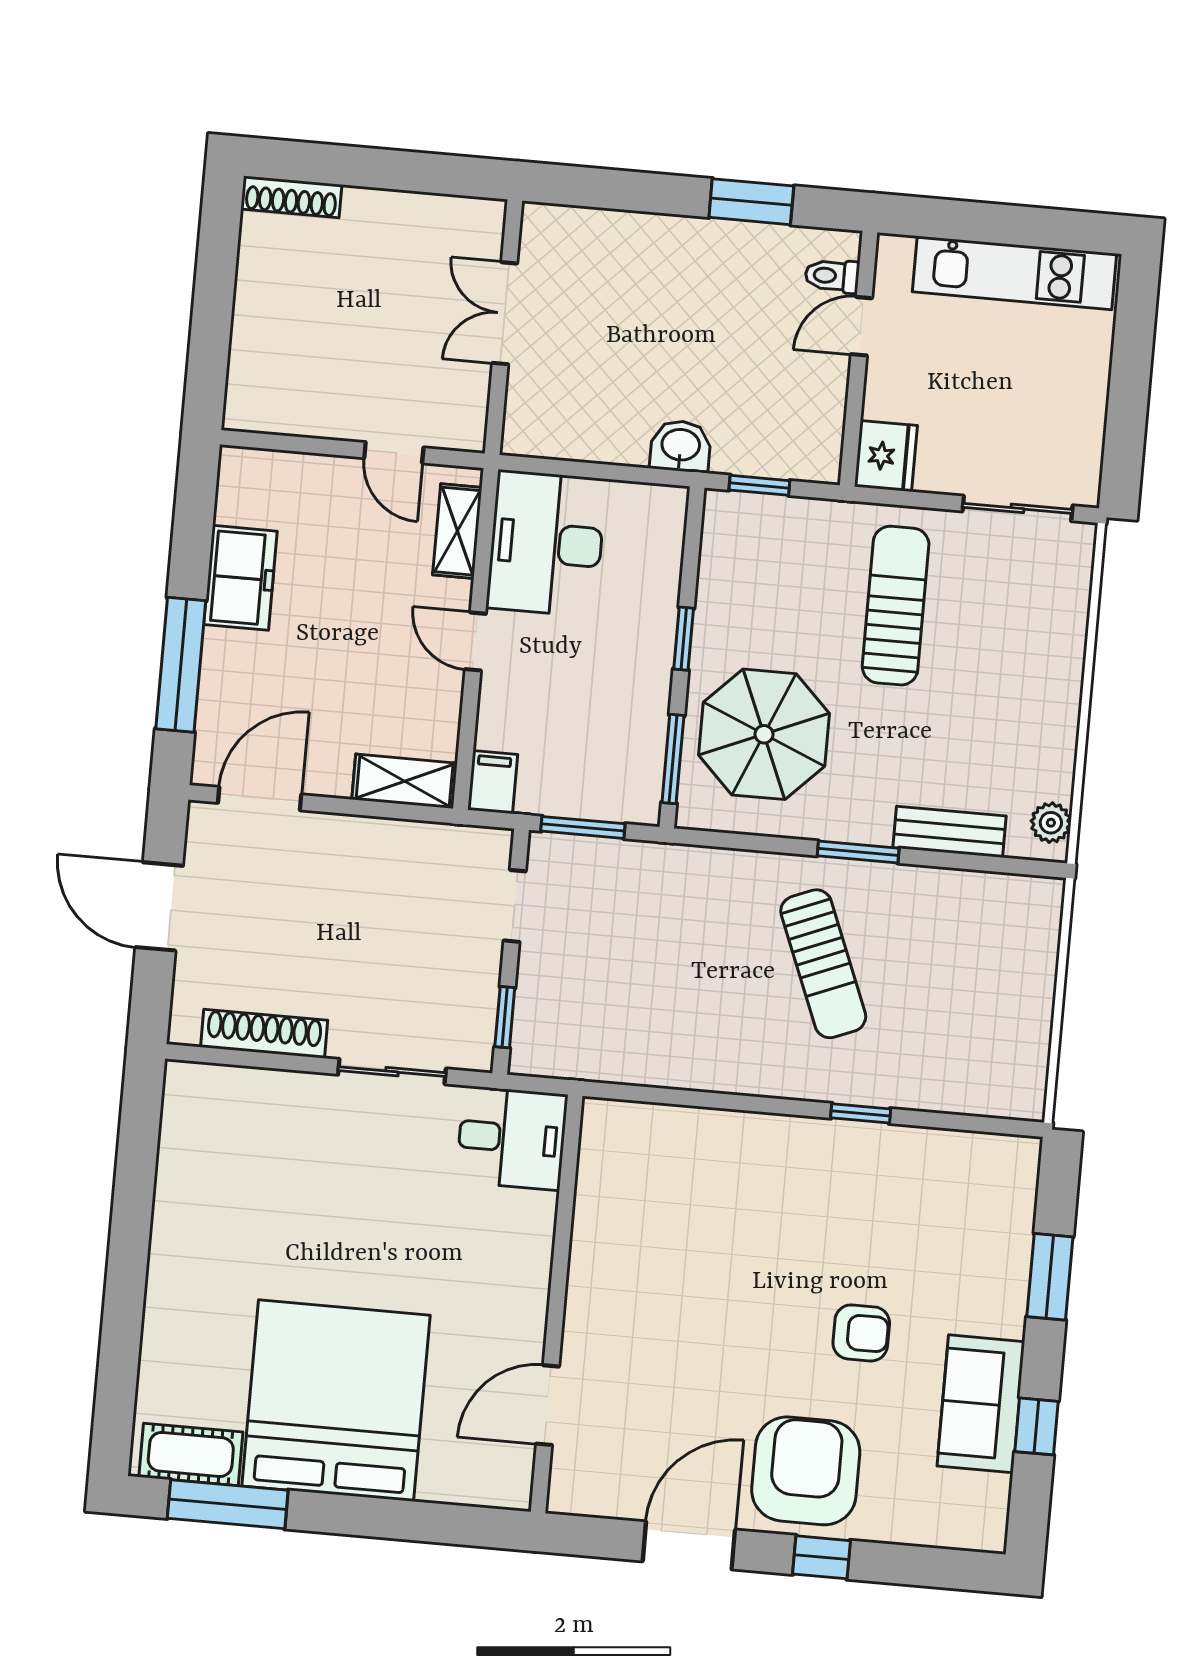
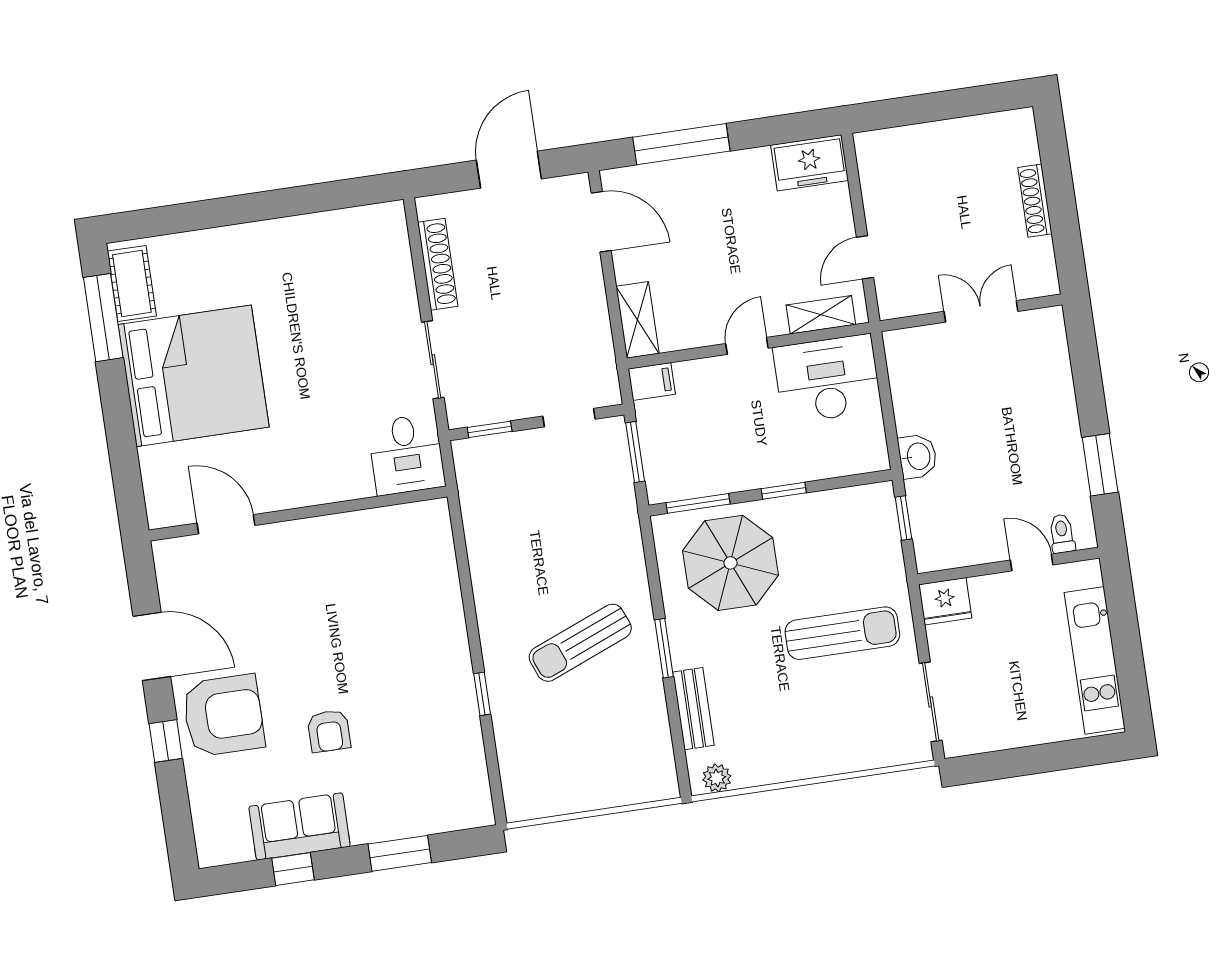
shoe rack: (291, 197) -> (1035, 201), moved
freezer: (240, 578) -> (810, 163), moved

